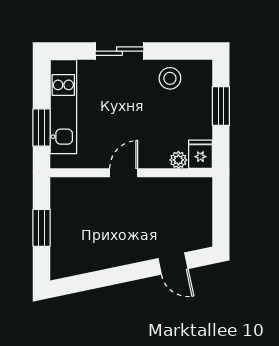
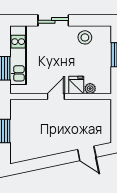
fridge: (200, 154) -> (76, 85), moved

